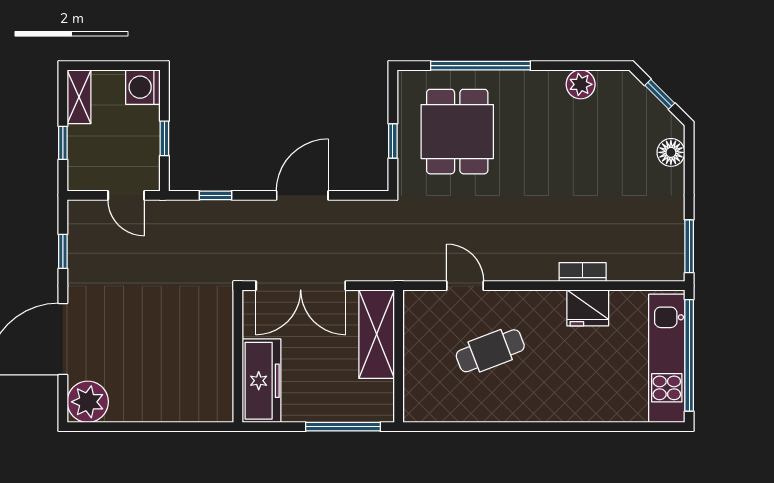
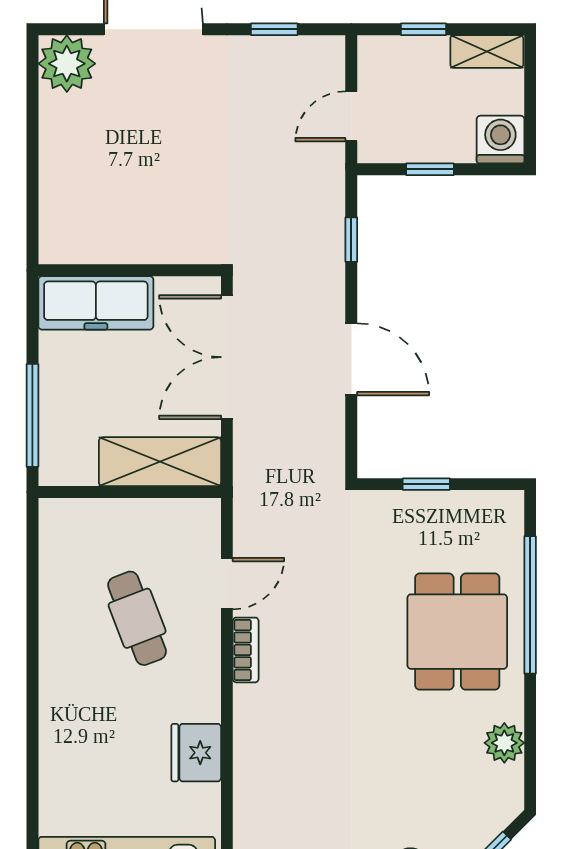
dining table: (457, 132) -> (457, 632), moved, turned 90
bookcase: (583, 272) -> (246, 650), moved

